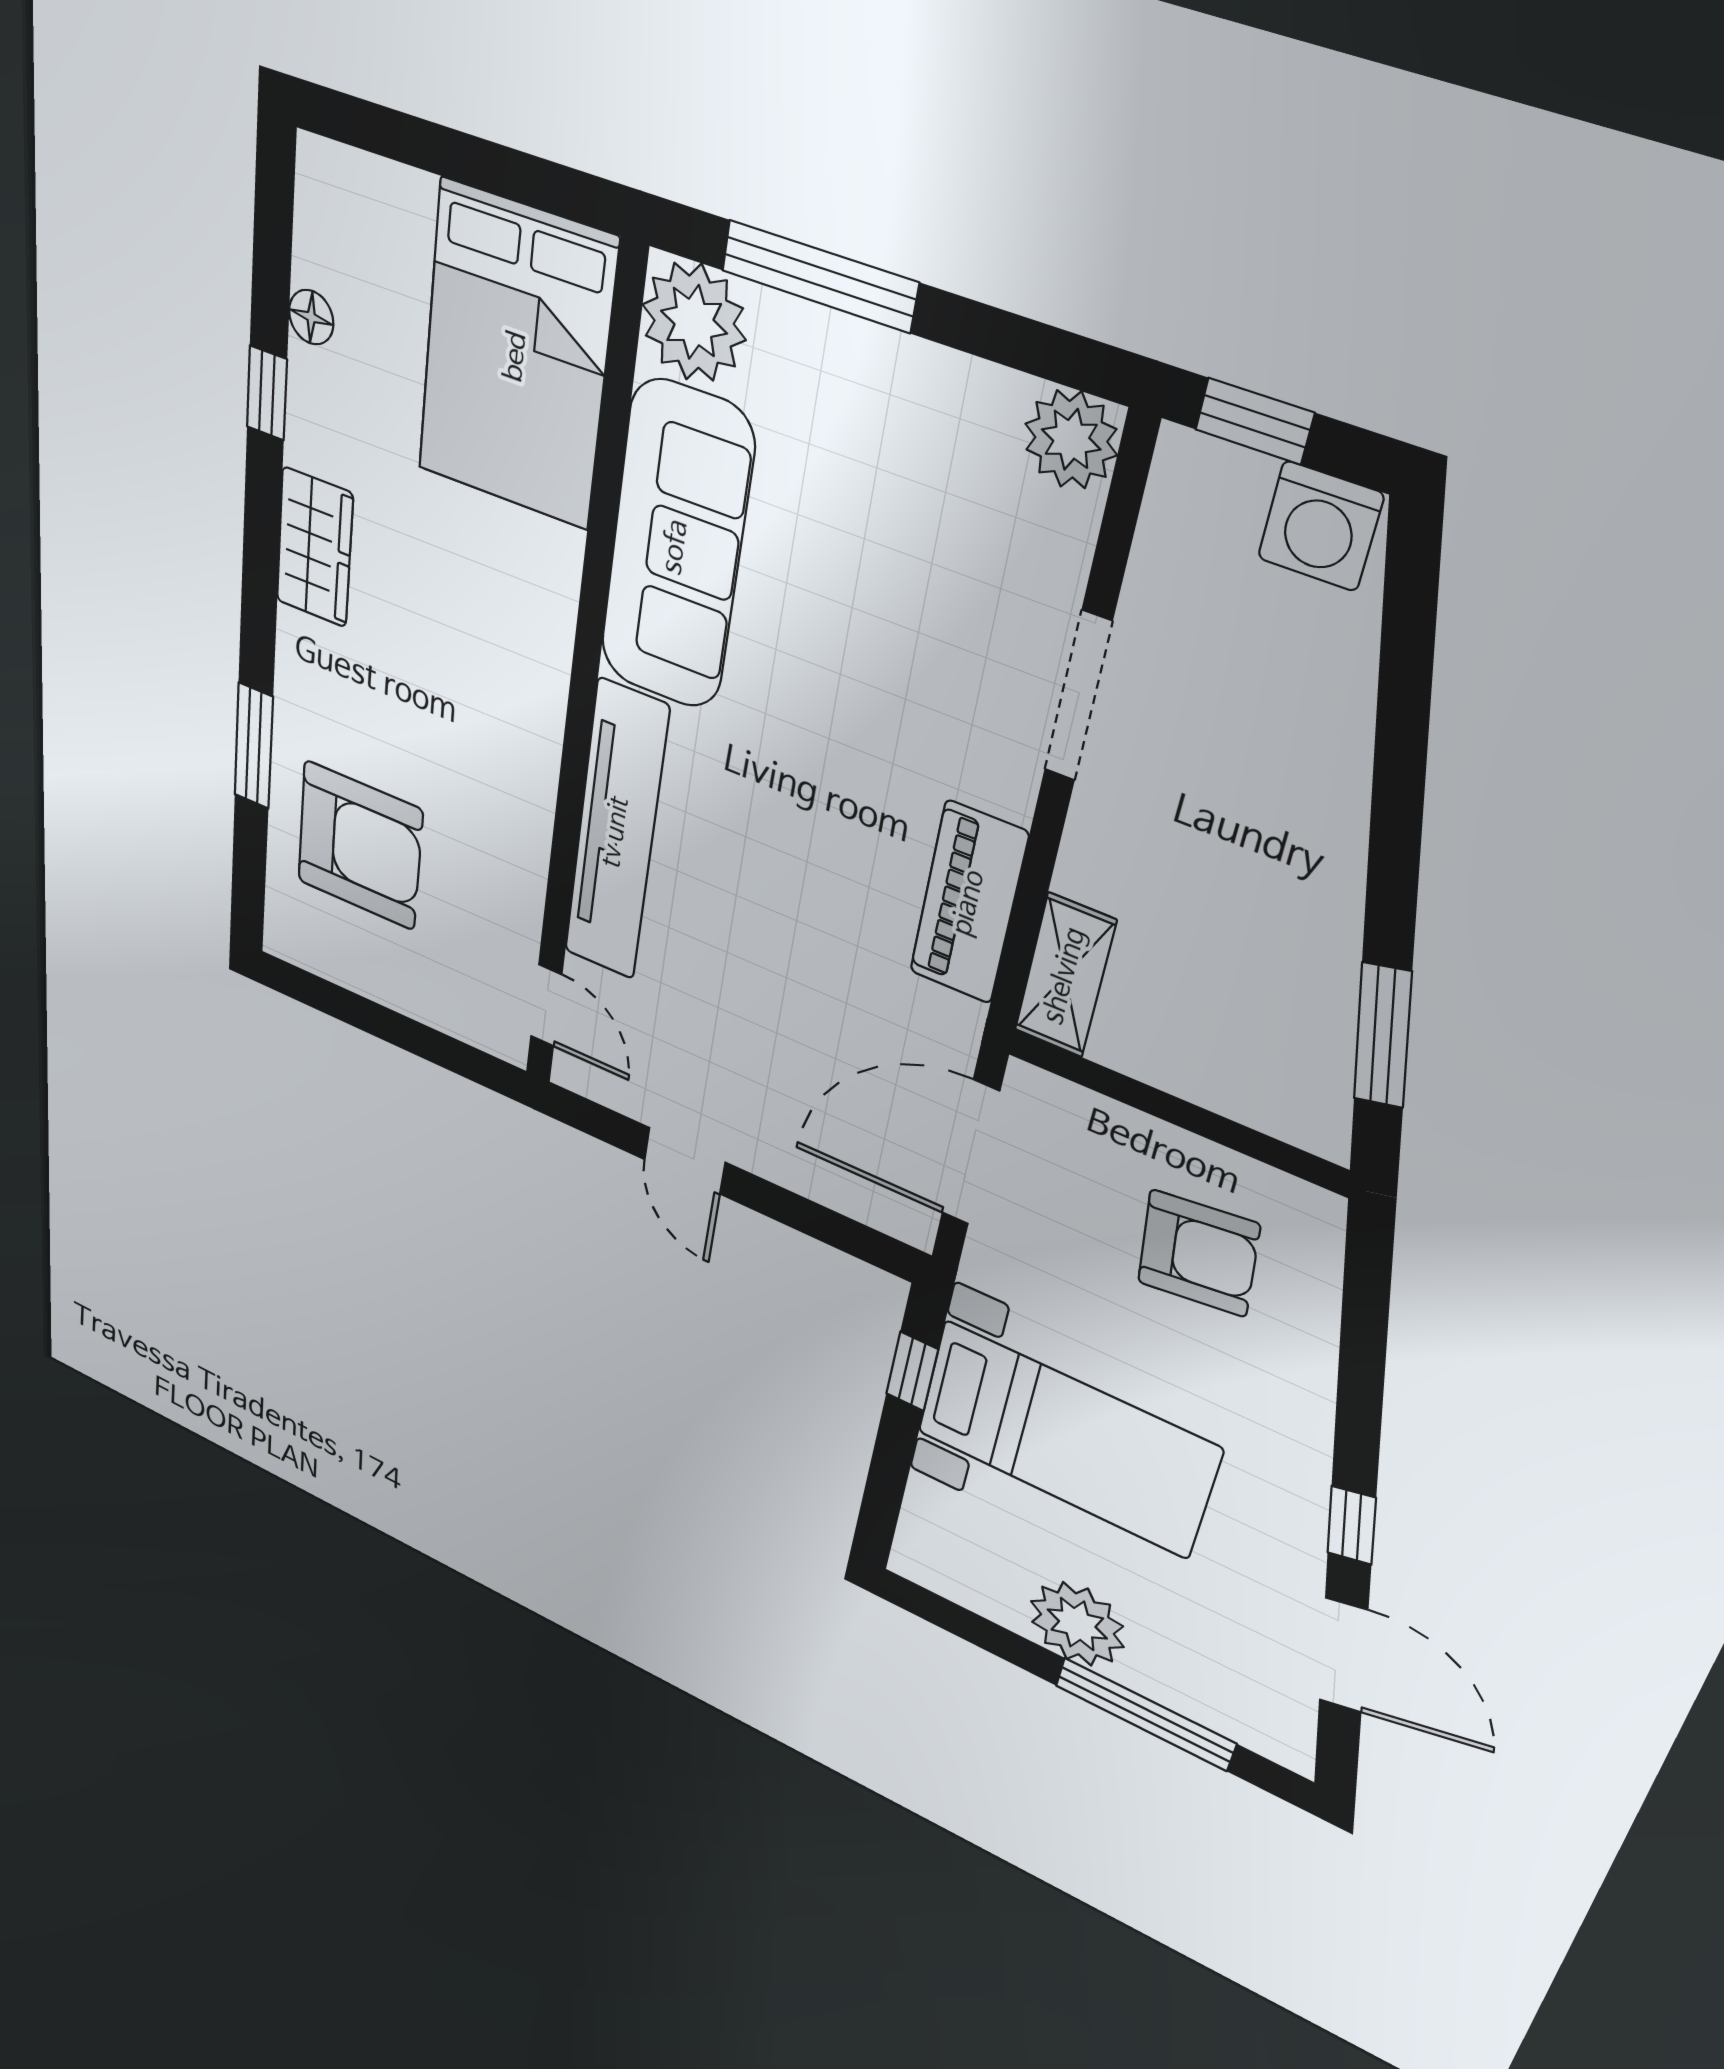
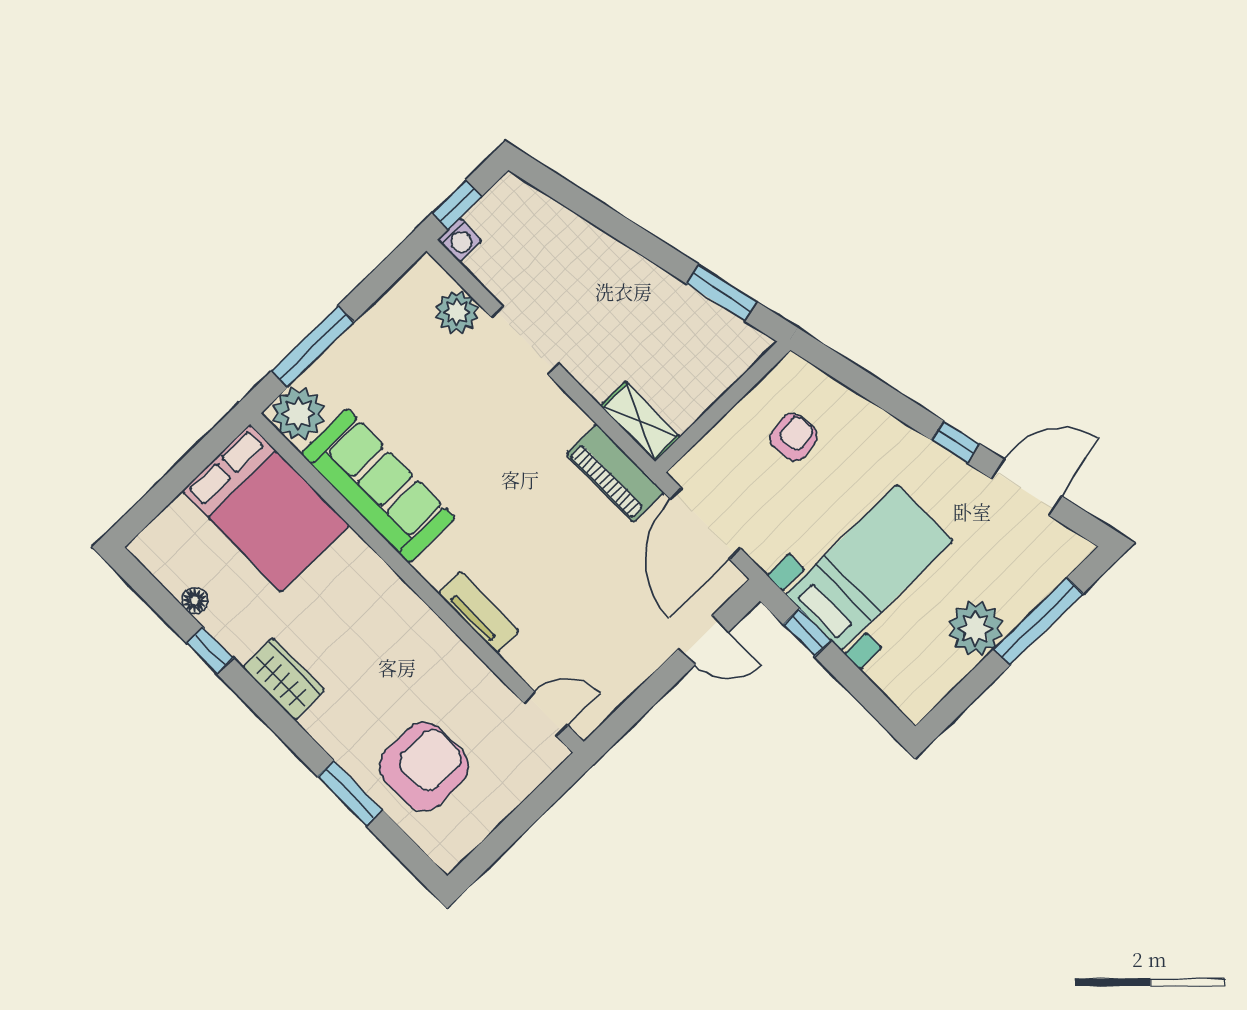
plant: (1071, 439) -> (457, 312), moved
washing machine: (1320, 526) -> (460, 240), moved, width x0.73, depth x0.73
tv unit: (616, 832) -> (479, 612), width x0.52, depth x0.78
piano: (969, 903) -> (615, 473), moved
door: (685, 1161) -> (704, 640), moved
armchair: (1198, 1253) -> (794, 437), width x0.72, depth x0.72

